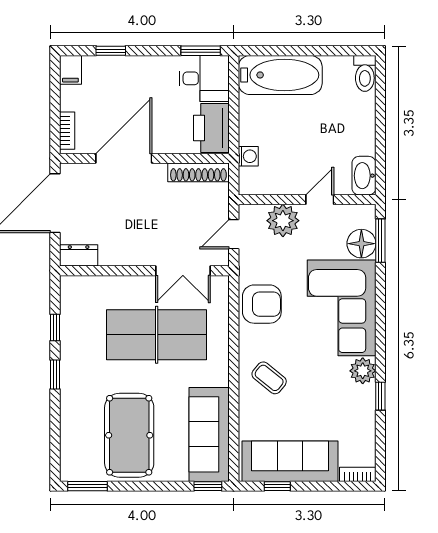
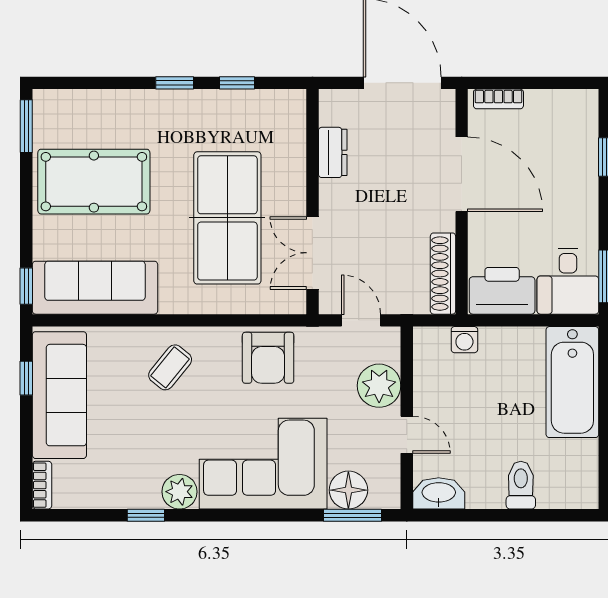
filing cabinet: (70, 70) -> (579, 104), removed
toilet: (365, 73) -> (521, 485), moved, turned 90
dresser: (79, 255) -> (333, 152), moved

